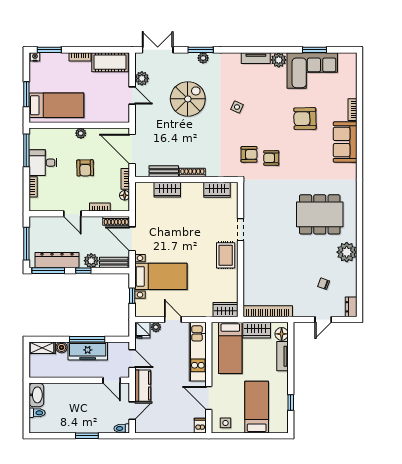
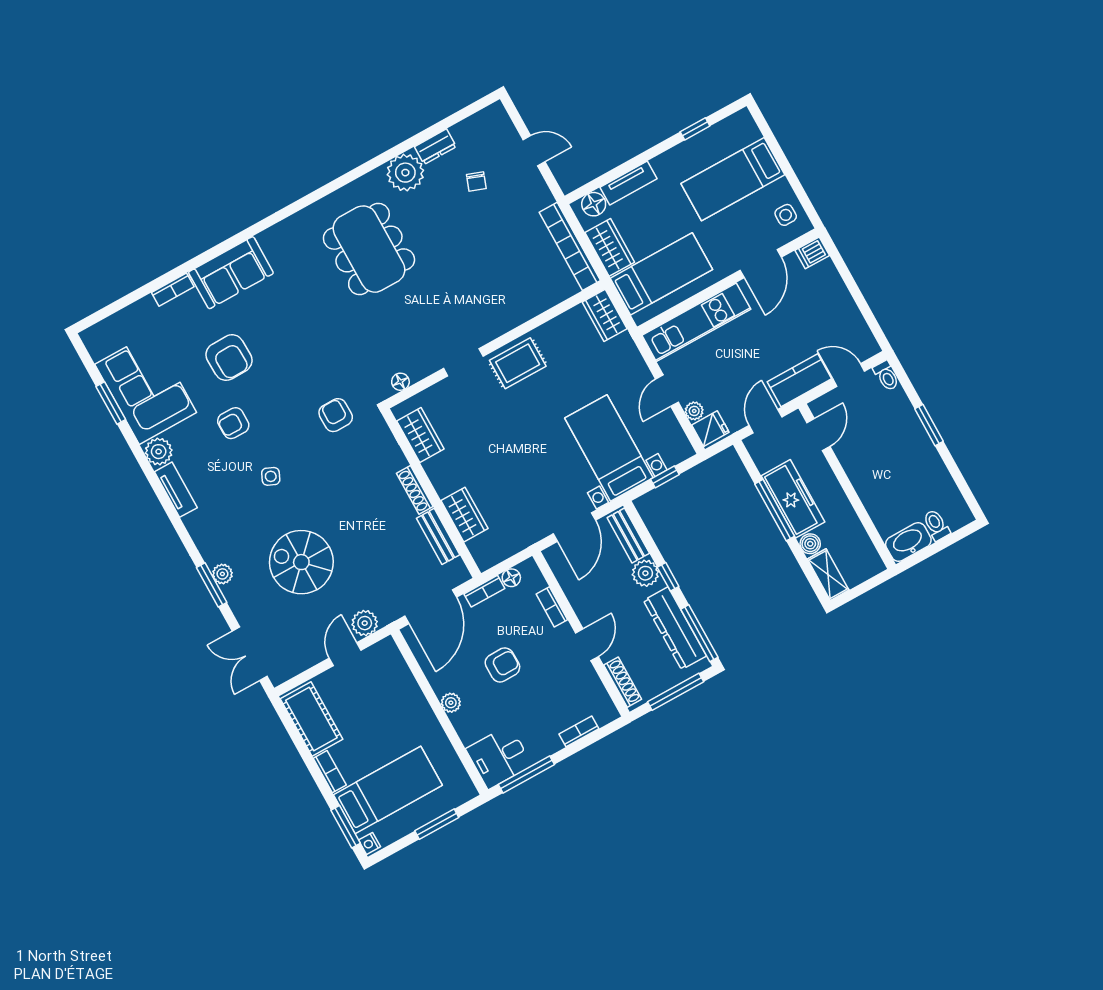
plant: (142, 78) -> (365, 623), moved
bed: (56, 105) -> (388, 790), moved, turned 90
armchair: (271, 158) -> (233, 423), moved, turned 90
desk: (43, 163) -> (499, 757), moved, turned 90
floor lamp: (248, 194) -> (400, 382), added
shoe rack: (116, 221) -> (623, 682), moved
dresser: (351, 307) -> (435, 147), moved

